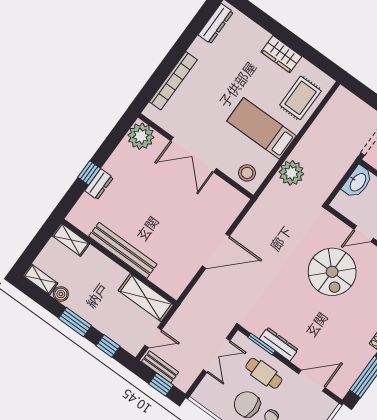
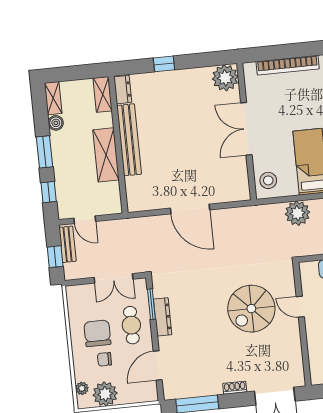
dresser: (99, 184) -> (123, 90), moved, turned -90
shelving: (146, 298) -> (106, 155), moved
door: (312, 381) -> (158, 365), swing flipped

